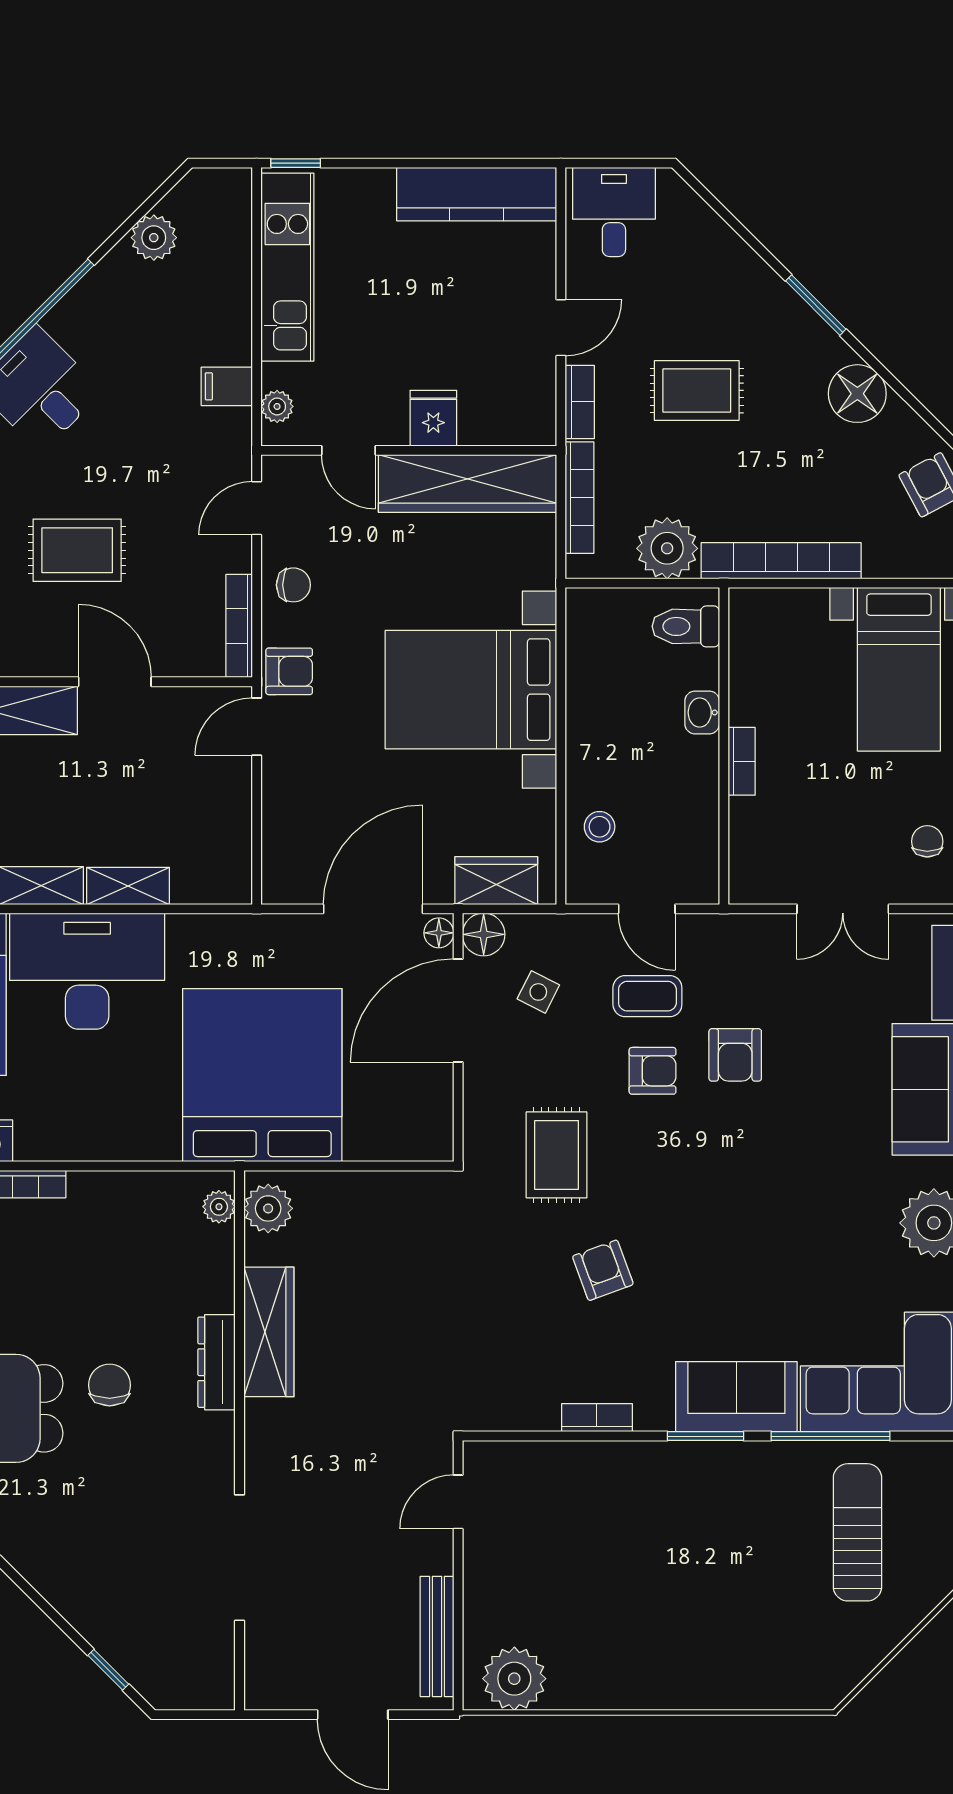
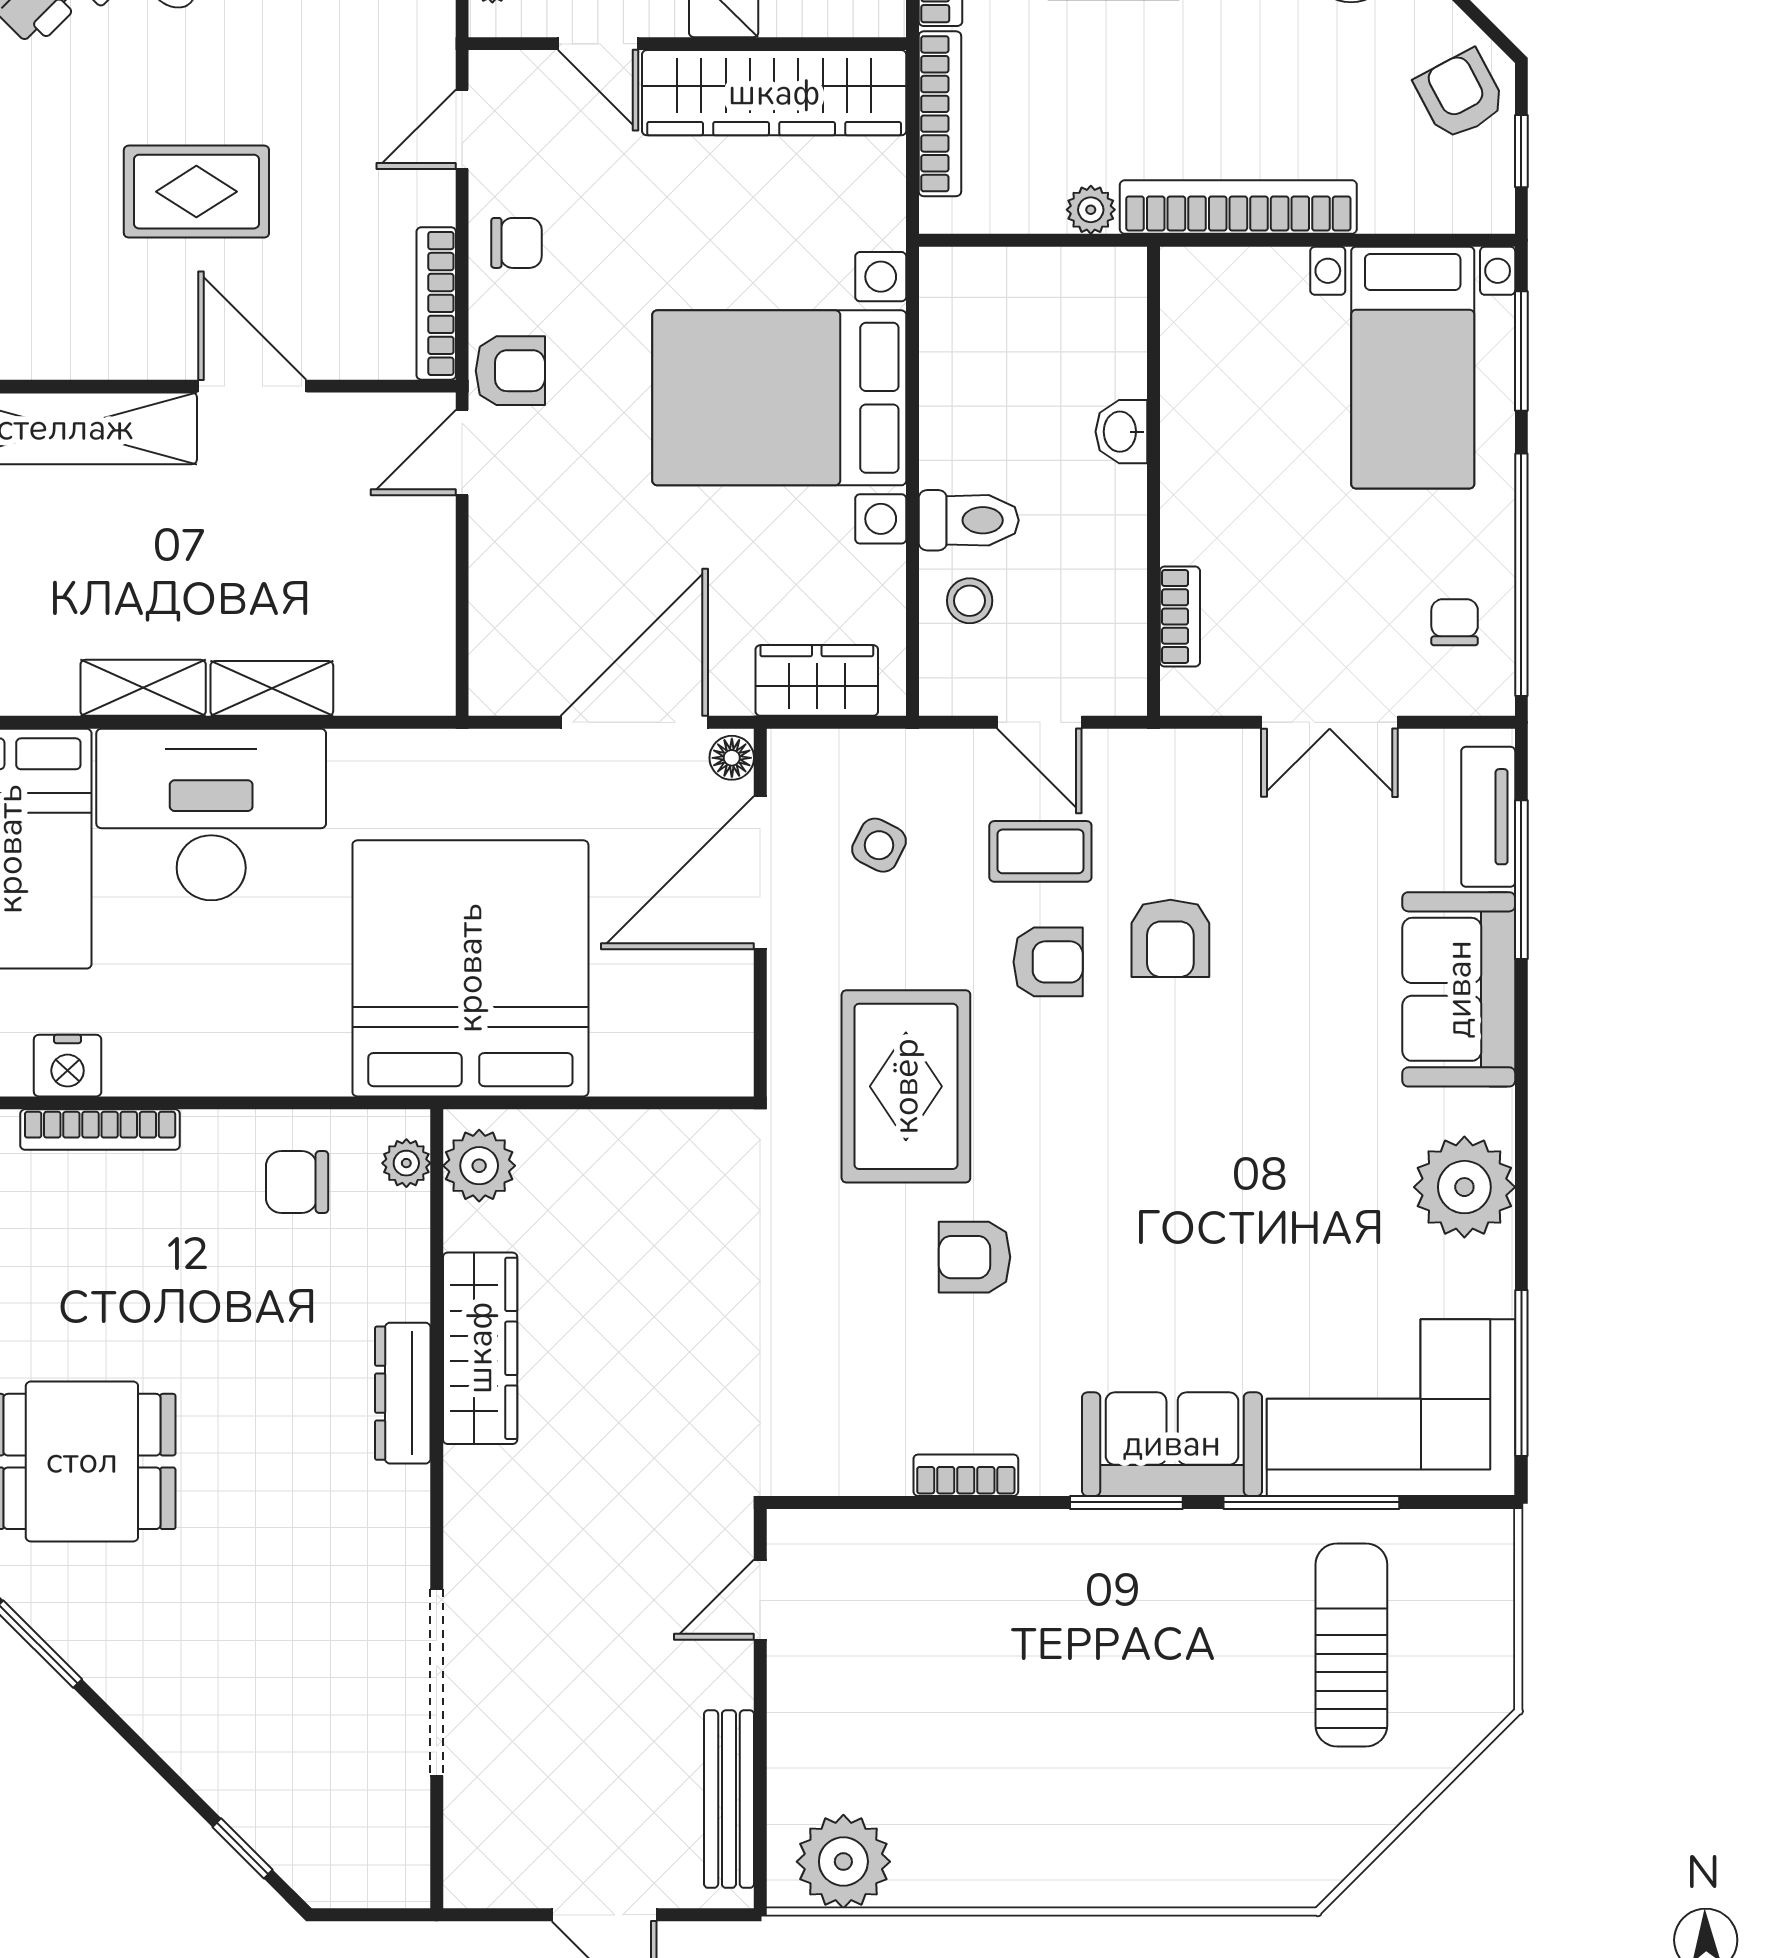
plant: (667, 548) -> (1091, 210), width x0.53, depth x0.53
toilet: (686, 626) -> (969, 520), moved, turned 180
bookcase: (742, 761) -> (1180, 617), moved
floor lamp: (484, 934) -> (798, 760), removed
rug: (557, 1155) -> (906, 1086), width x1.36, depth x1.43
armchair: (603, 1270) -> (975, 1257), turned -70
chair: (110, 1385) -> (297, 1182), moved, turned -90

